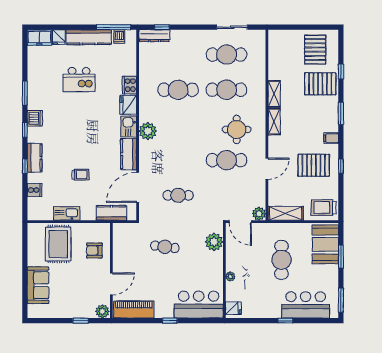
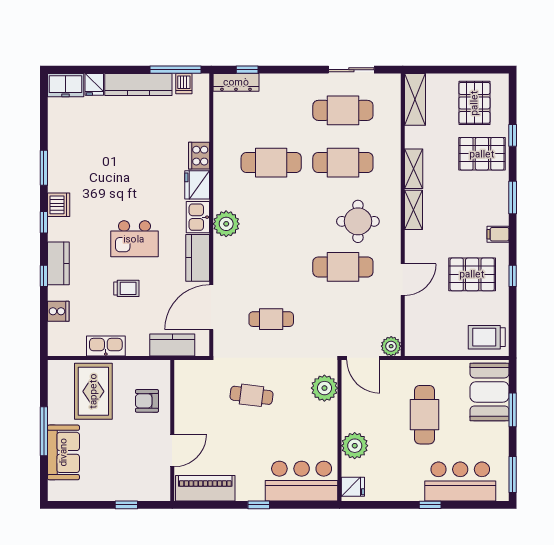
kitchen island: (79, 80) -> (134, 239), moved
shelving: (286, 213) -> (415, 99), moved, turned 90
window: (25, 271) -> (44, 431), added
plant: (230, 277) -> (355, 446), width x1.87, depth x1.87
plant: (102, 311) -> (159, 491), removed

